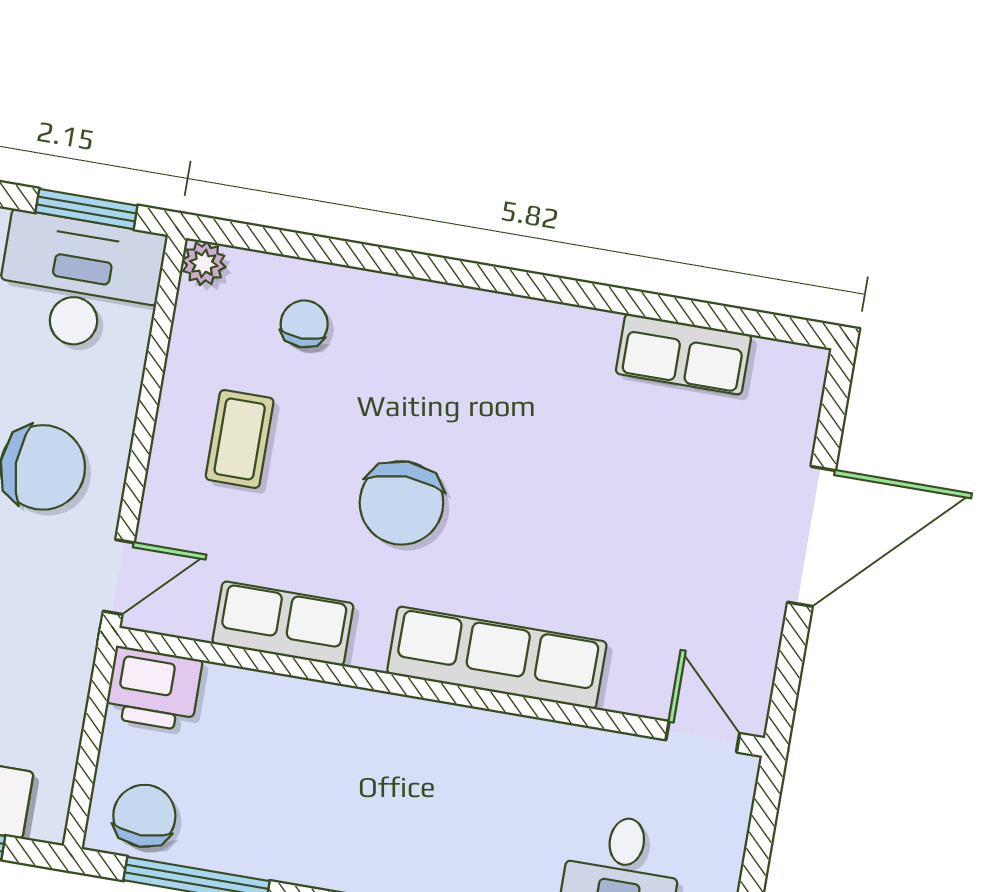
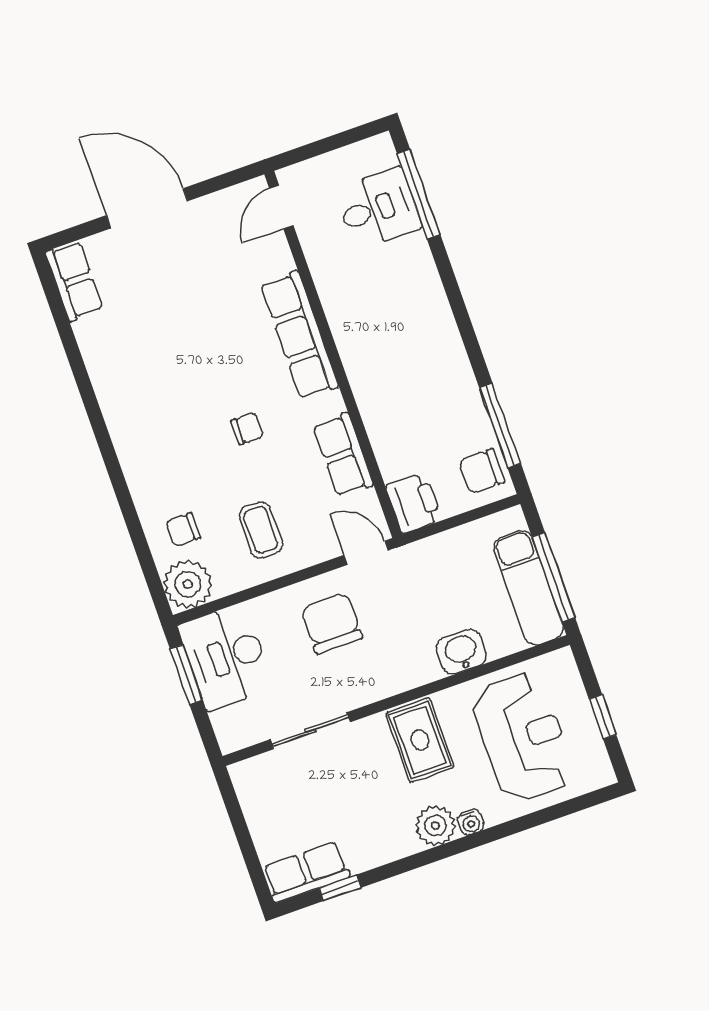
plant: (204, 263) -> (188, 584), width x1.87, depth x1.87
row of seats: (683, 354) -> (74, 281), moved
coffee table: (240, 439) -> (261, 530), turned 90
chair: (401, 503) -> (247, 429), width x0.54, depth x0.54

